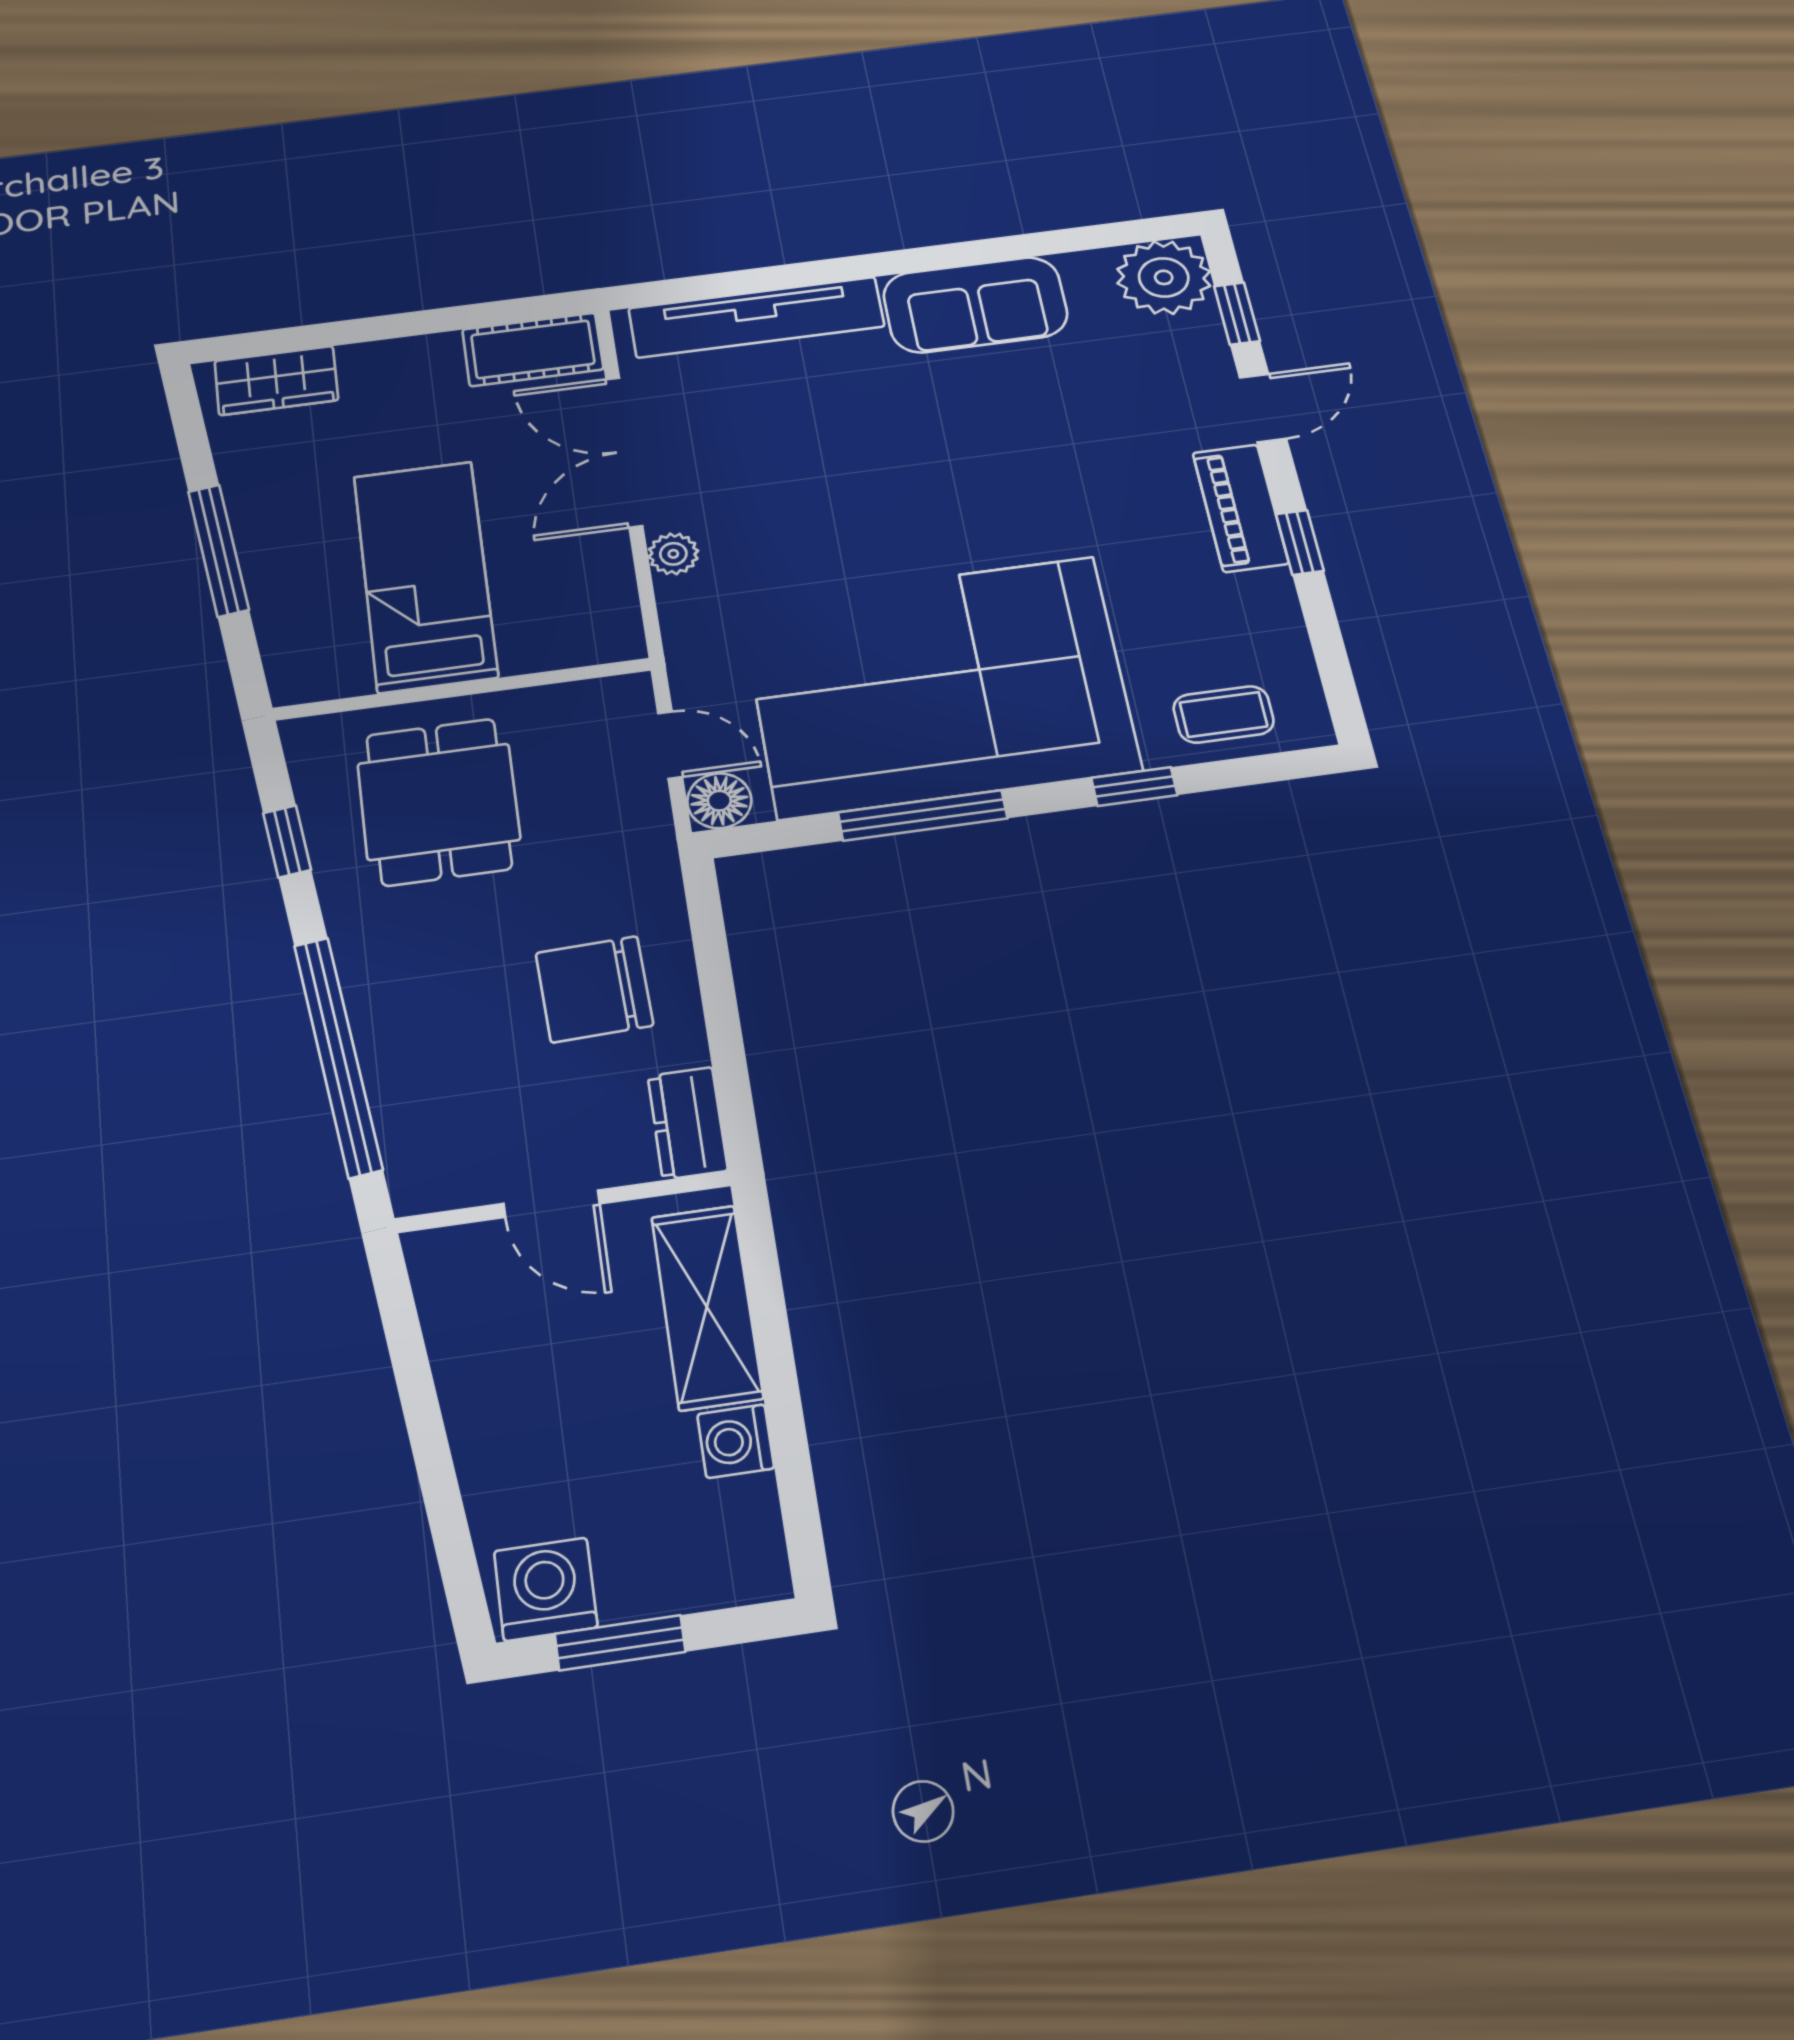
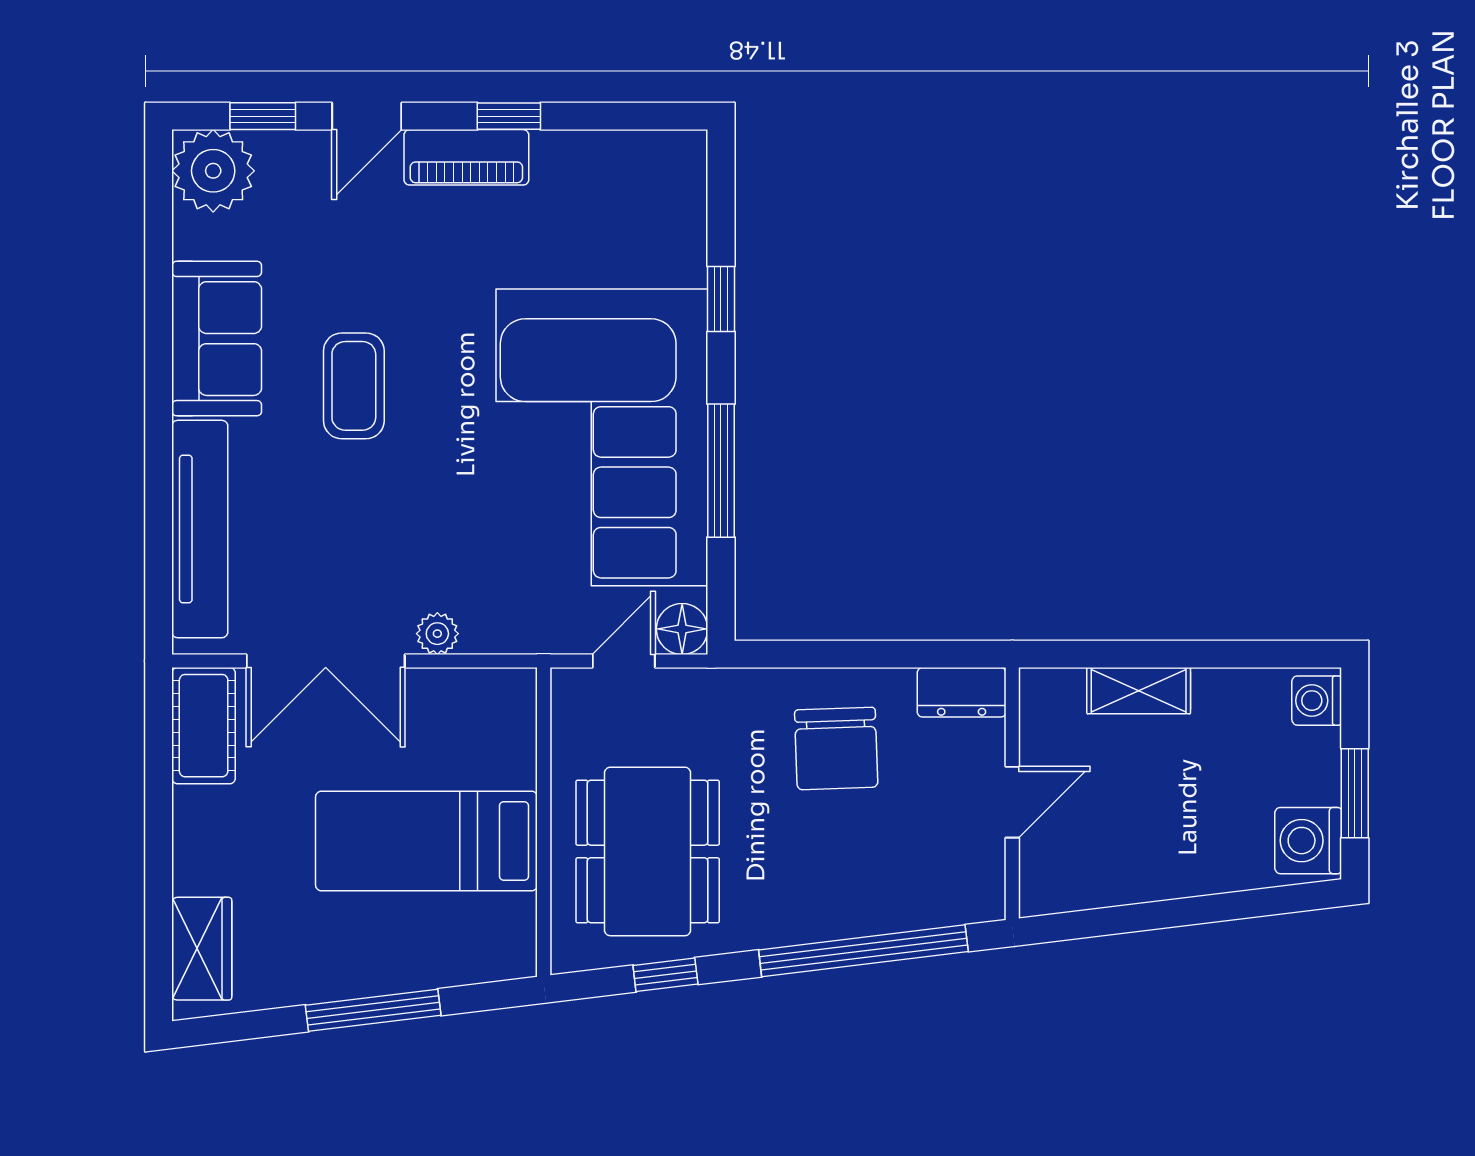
door: (1263, 408) -> (367, 116), swing flipped
coffee table: (1224, 714) -> (354, 386), moved, width x1.36, depth x1.30
dining table: (439, 802) -> (648, 851), width x1.38
shelving: (707, 1307) -> (1139, 691), width x0.67, depth x0.75
washing machine: (736, 1441) -> (1317, 701), moved, turned 90

